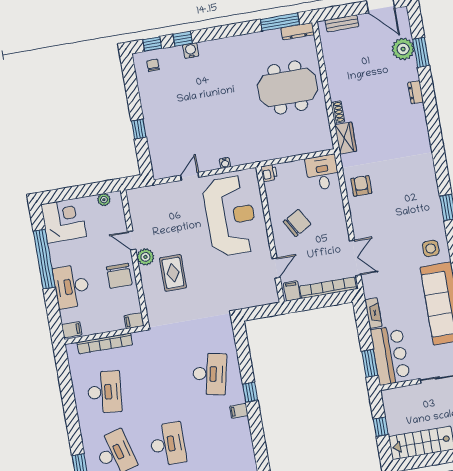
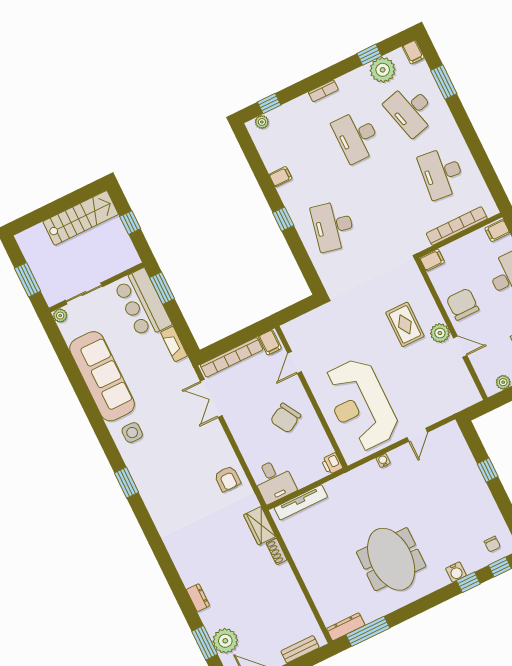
meeting table: (288, 88) -> (391, 559), moved, turned 90
tv unit: (305, 148) -> (301, 502), added
filing cabinet: (239, 411) -> (281, 177), moved

